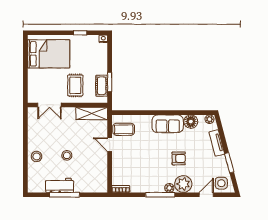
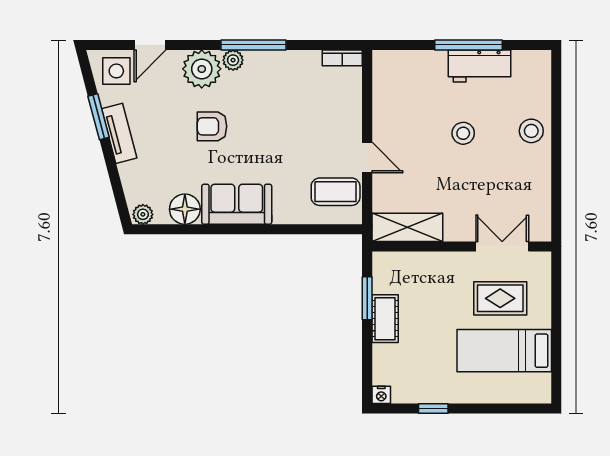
bed: (49, 54) -> (504, 351), width x0.67
rug: (75, 85) -> (500, 298), moved, turned 90
cot: (102, 86) -> (385, 319), moved
tv unit: (217, 143) -> (119, 133), moved

